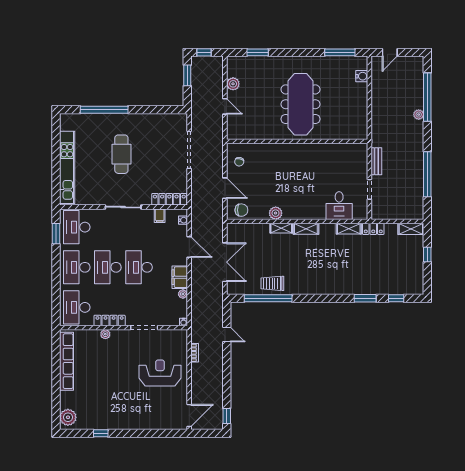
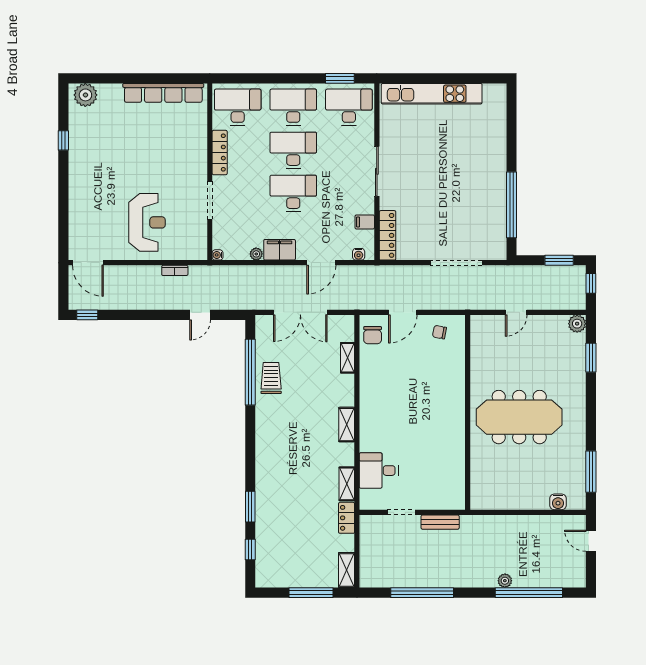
plant: (233, 84) -> (577, 324), moved
window: (104, 110) -> (512, 205), moved
cafe table: (121, 154) -> (450, 169), removed
plant: (276, 213) -> (368, 382), removed
shelving: (281, 228) -> (347, 358), moved
window: (427, 254) -> (311, 593), width x2.17
plant: (105, 334) -> (201, 147), removed

